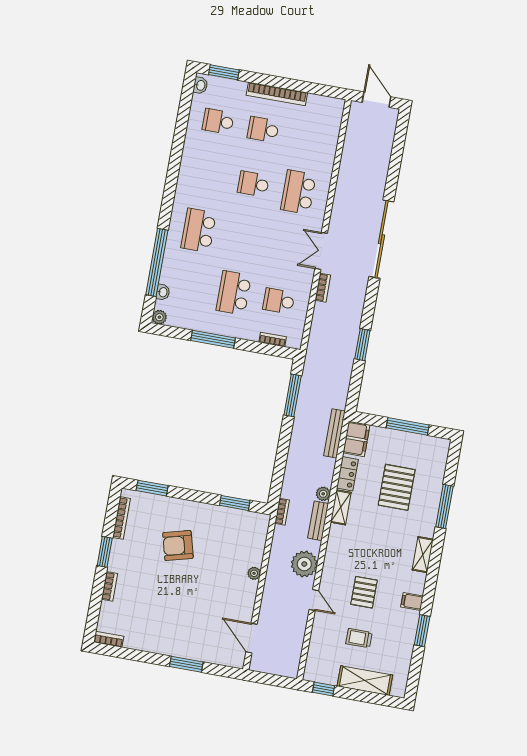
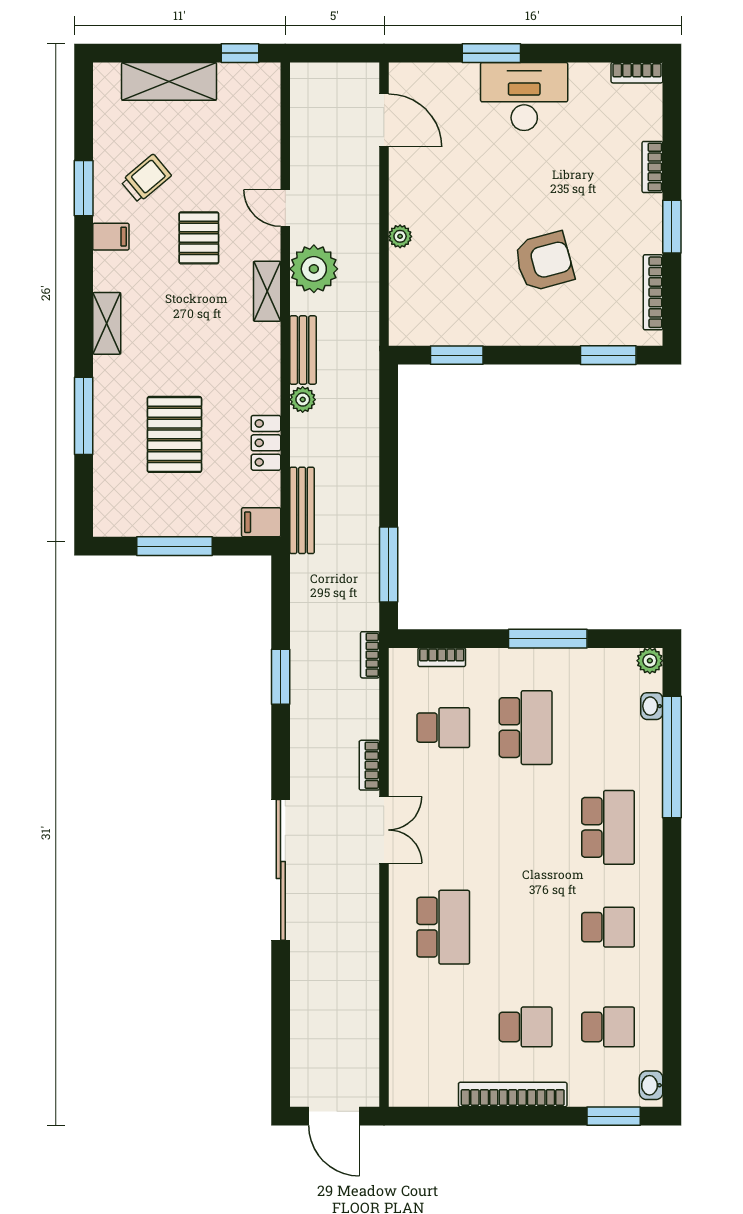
school desk: (253, 184) -> (608, 927), moved
filing cabinet: (356, 439) -> (261, 522), width x0.50
shelving: (341, 507) -> (267, 291), moved
bookcase: (282, 512) -> (370, 655), moved
desk: (173, 637) -> (524, 97), added
trolley: (359, 638) -> (146, 178), moved, turned -40

